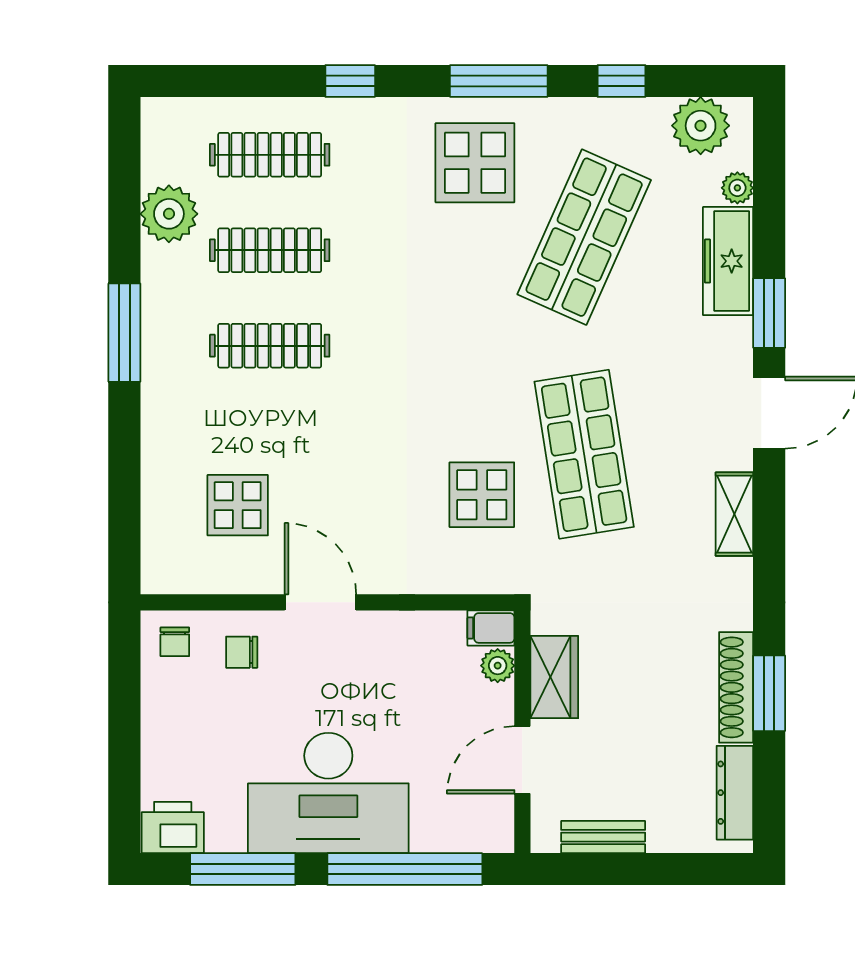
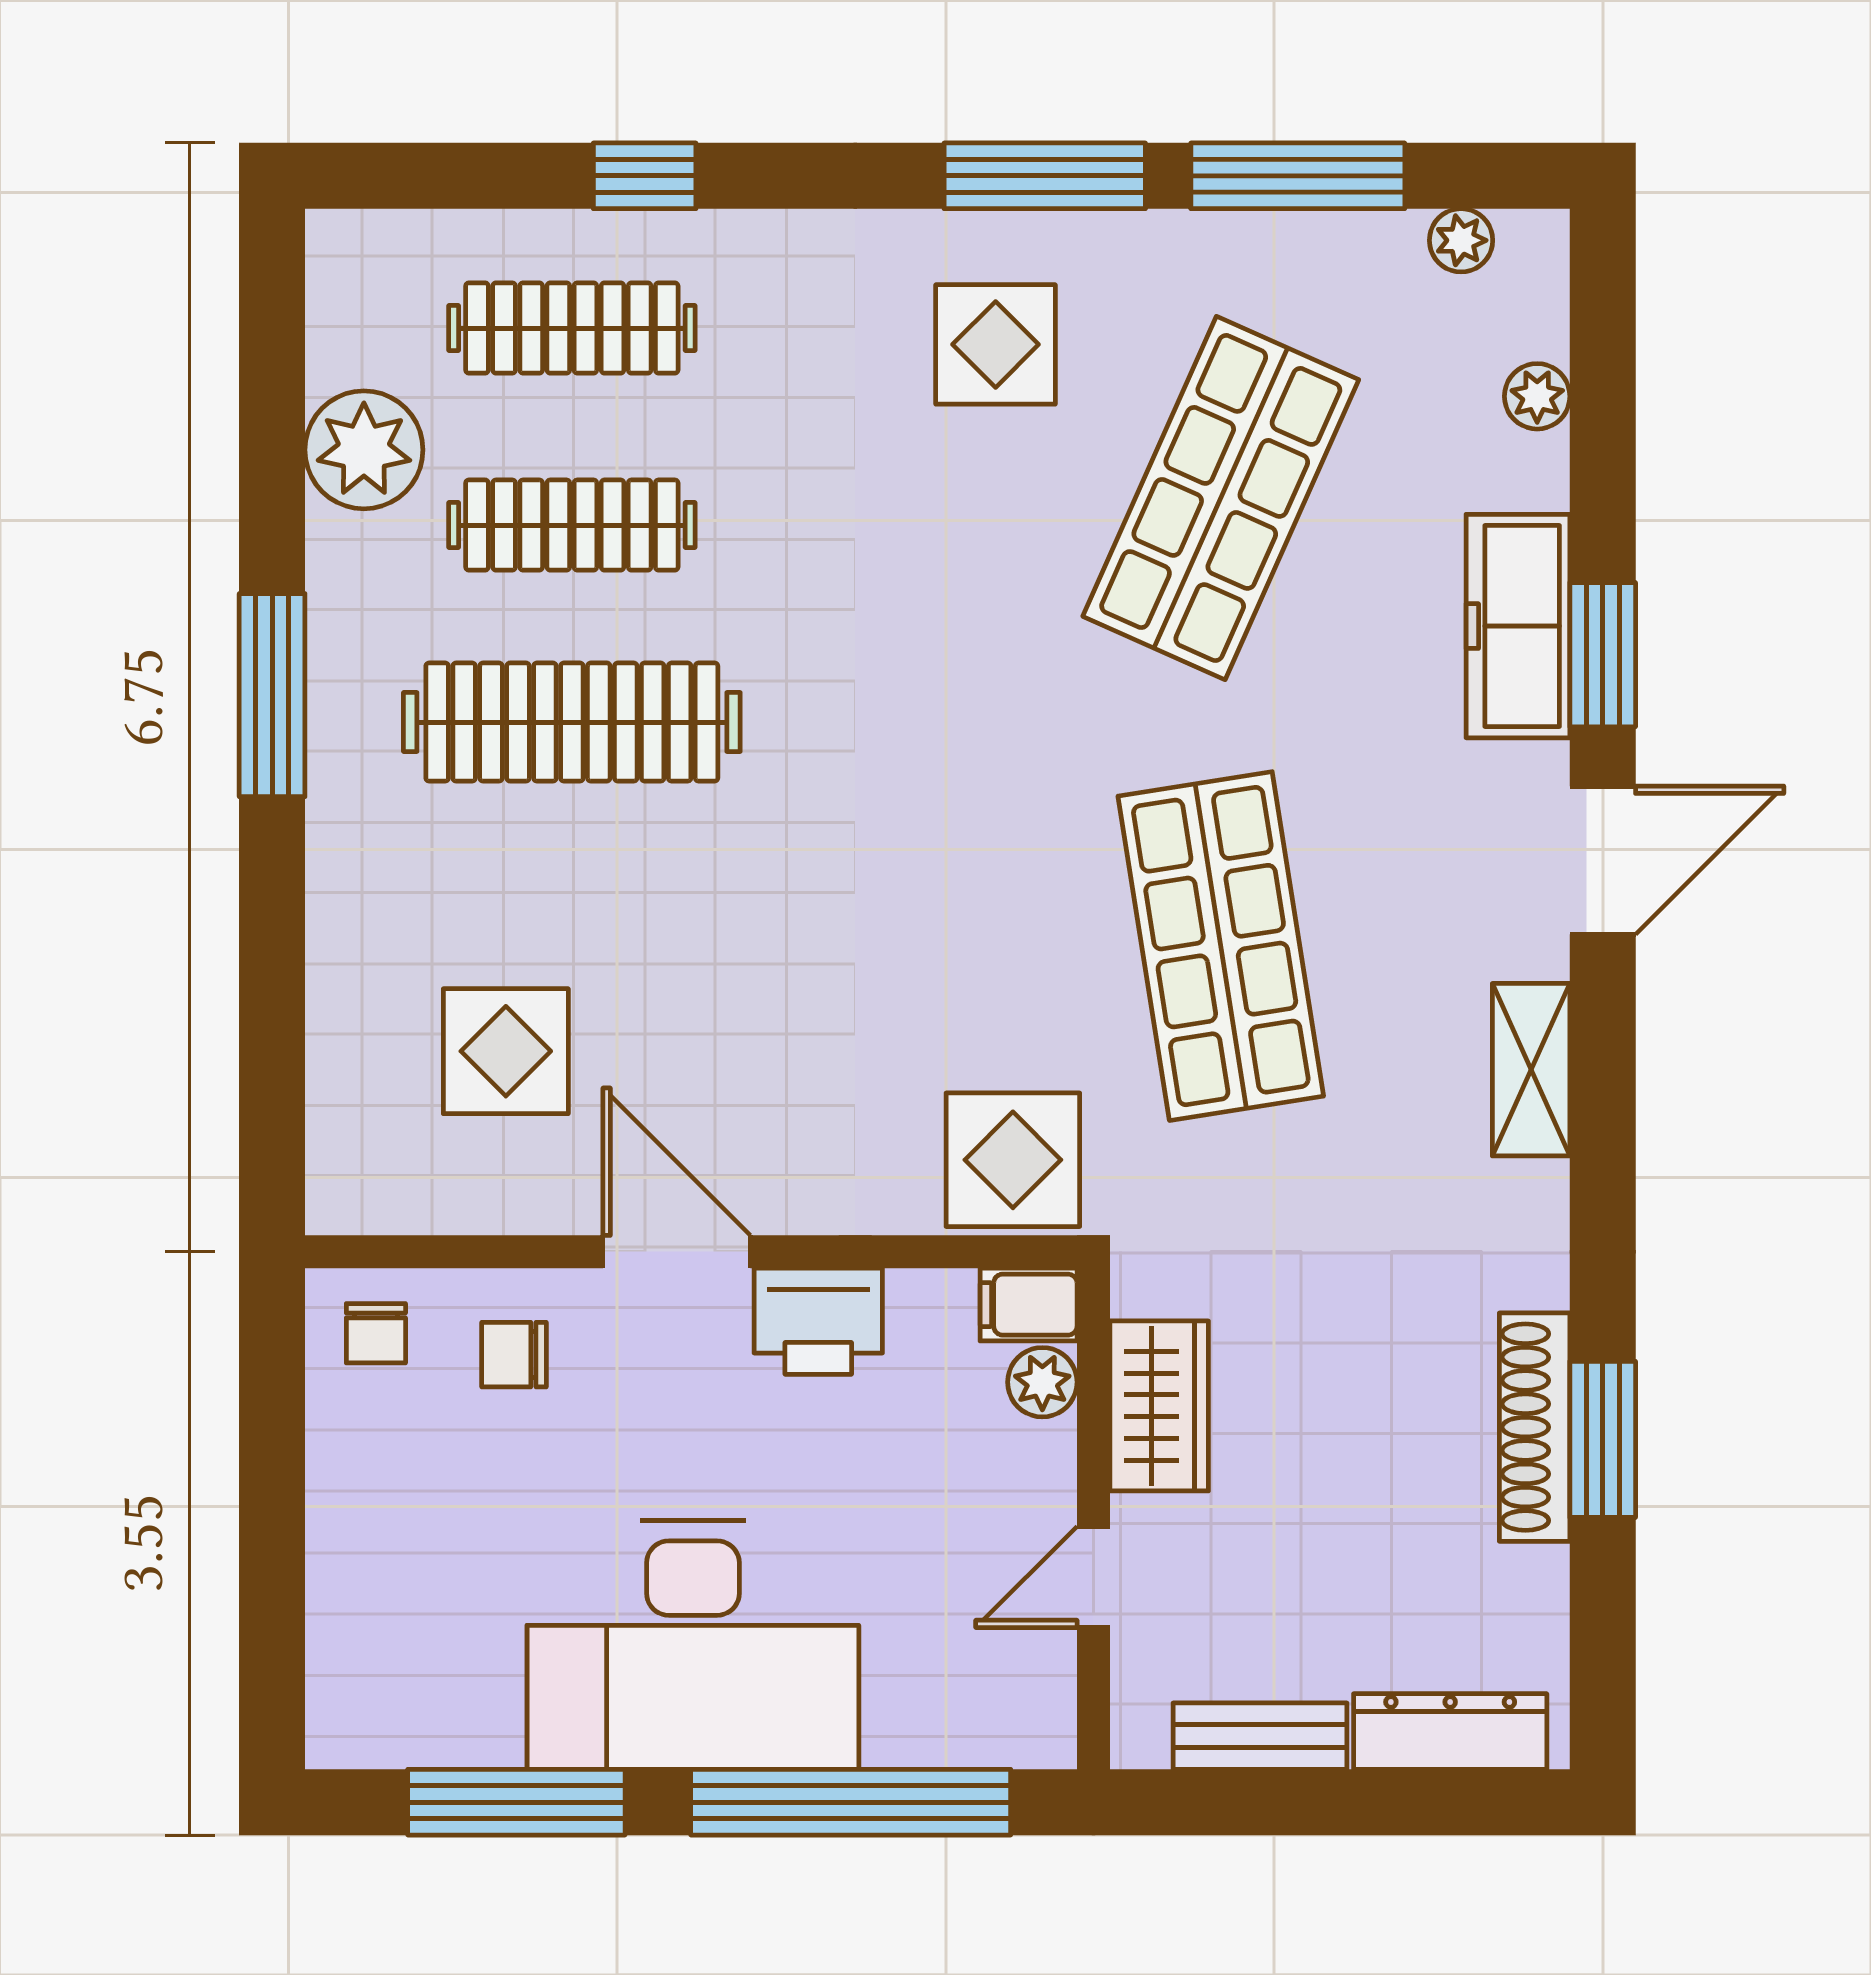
window: (350, 81) -> (645, 176), moved
window: (621, 81) -> (1298, 176), width x2.17
plant: (701, 126) -> (1461, 240), width x0.53, depth x0.53
display table: (475, 163) -> (996, 344), width x0.73, depth x0.73
freezer: (728, 261) -> (1518, 626), moved
clothes rail: (270, 346) -> (572, 722), width x1.37, depth x1.31
display table: (482, 495) -> (1013, 1160), moved
door: (522, 760) -> (1093, 1577), width x0.73
dresser: (735, 793) -> (1450, 1731), moved, turned 90
printer: (173, 827) -> (818, 1321), moved, turned 180

